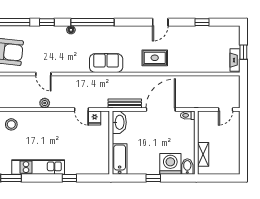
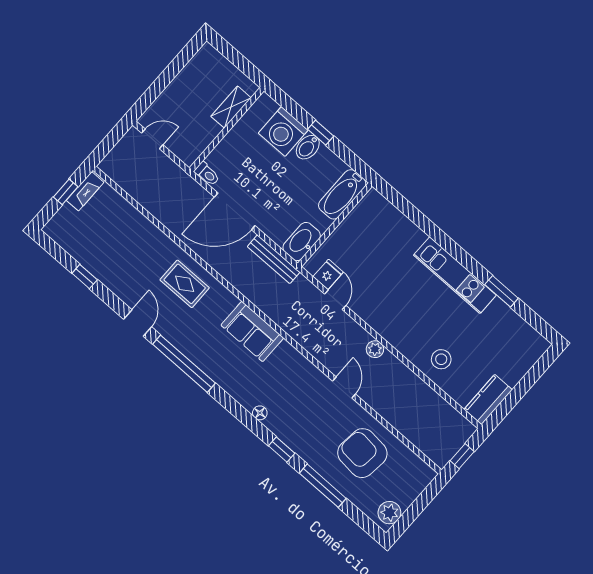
window: (92, 22) -> (184, 364), moved
door: (160, 22) -> (138, 323), hinge flipped
bidet: (187, 167) -> (308, 147), moved
window: (69, 178) -> (427, 226), removed

